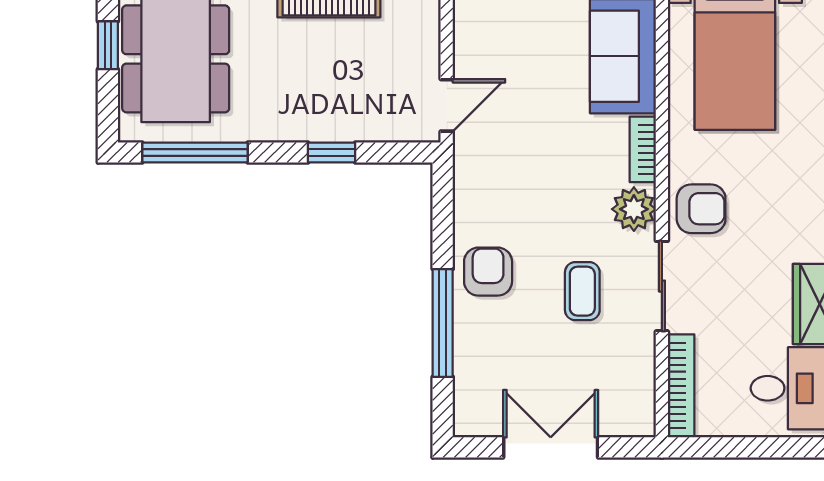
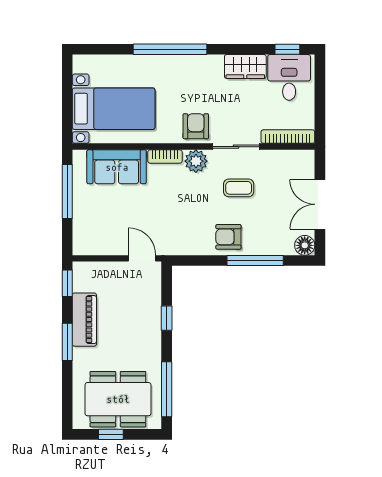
floor lamp: (472, 418) -> (305, 245), added

